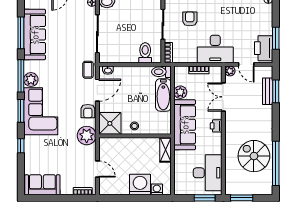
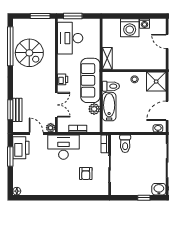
toilet: (161, 72) -> (111, 86), moved
washing machine: (157, 189) -> (145, 23), moved

